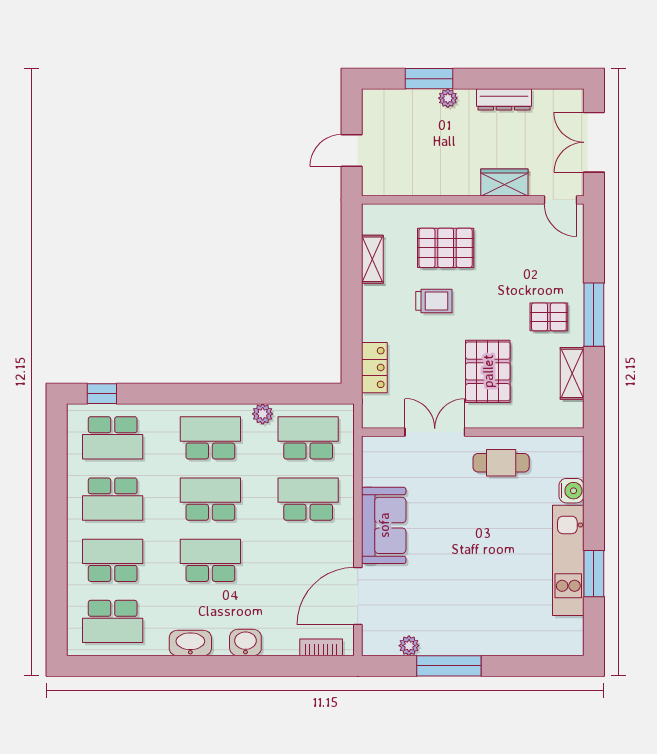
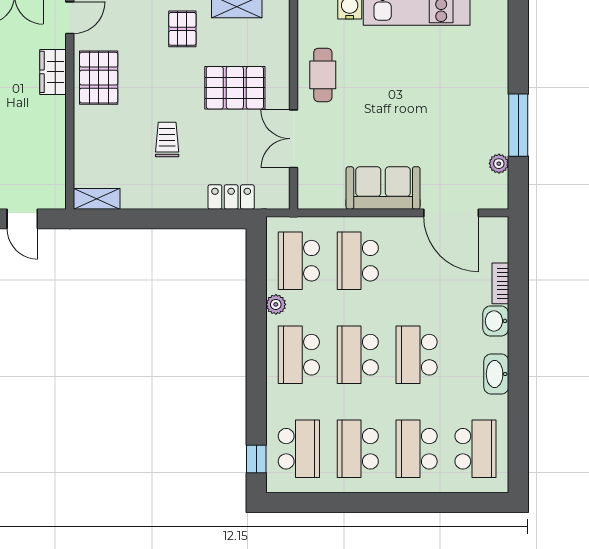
pallet: (446, 248) -> (99, 78), moved
shelving: (372, 259) -> (97, 199), moved
school desk: (113, 499) -> (358, 449), turned 180
bookcase: (321, 647) -> (500, 283), moved

